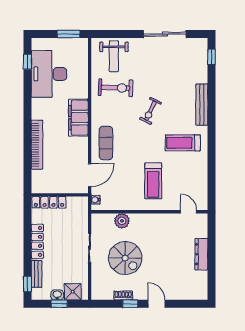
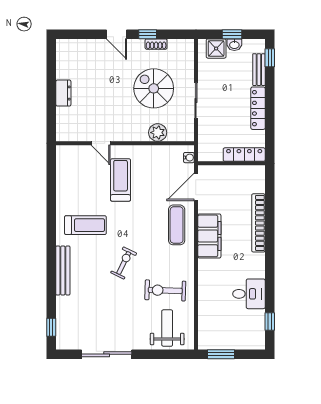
desk: (49, 74) -> (249, 294), width x0.53, depth x0.77
filing cabinet: (78, 118) -> (209, 236), moved
door: (188, 212) -> (101, 143), moved
dresser: (201, 254) -> (63, 93), width x0.70

